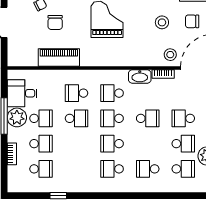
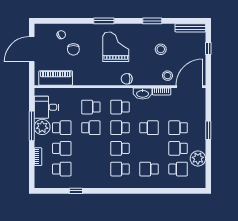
chair: (192, 21) -> (127, 79), moved
piano: (59, 58) -> (56, 78), moved
school desk: (183, 144) -> (178, 148), turned 180

